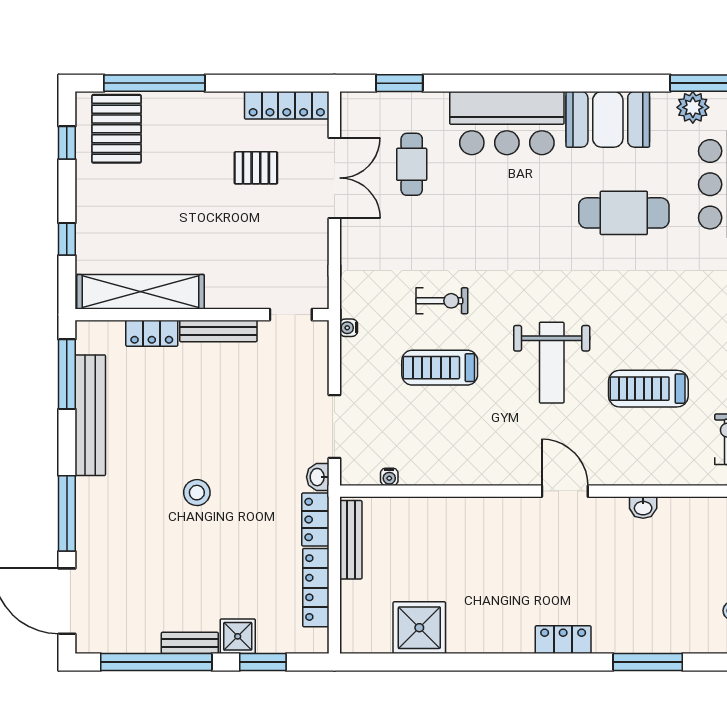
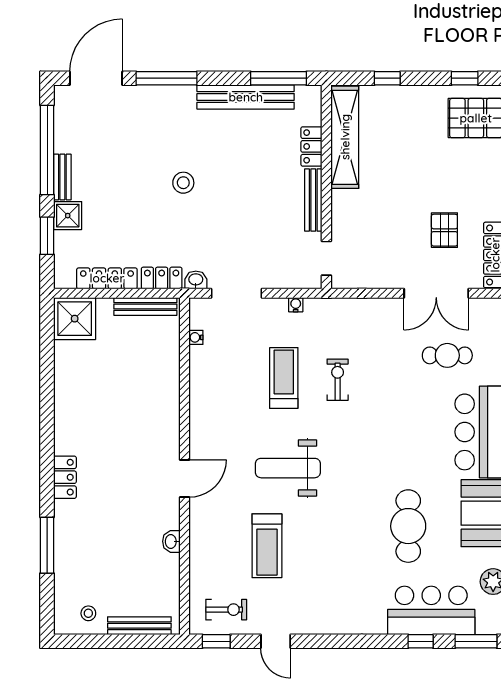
exercise bike: (442, 301) -> (338, 380), turned 180
water cooler: (349, 328) -> (296, 305), moved
treadmill: (648, 389) -> (267, 546), turned 180
shower: (419, 628) -> (75, 319), moved

